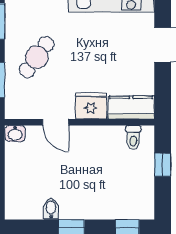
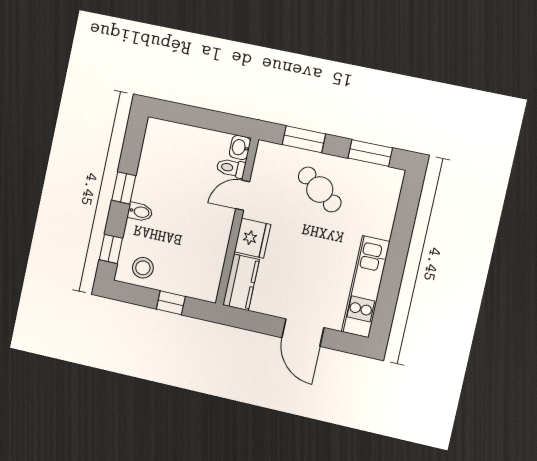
toilet: (133, 138) -> (231, 168), moved
stool: (138, 196) -> (143, 268), added
bidet: (51, 209) -> (140, 212), moved

